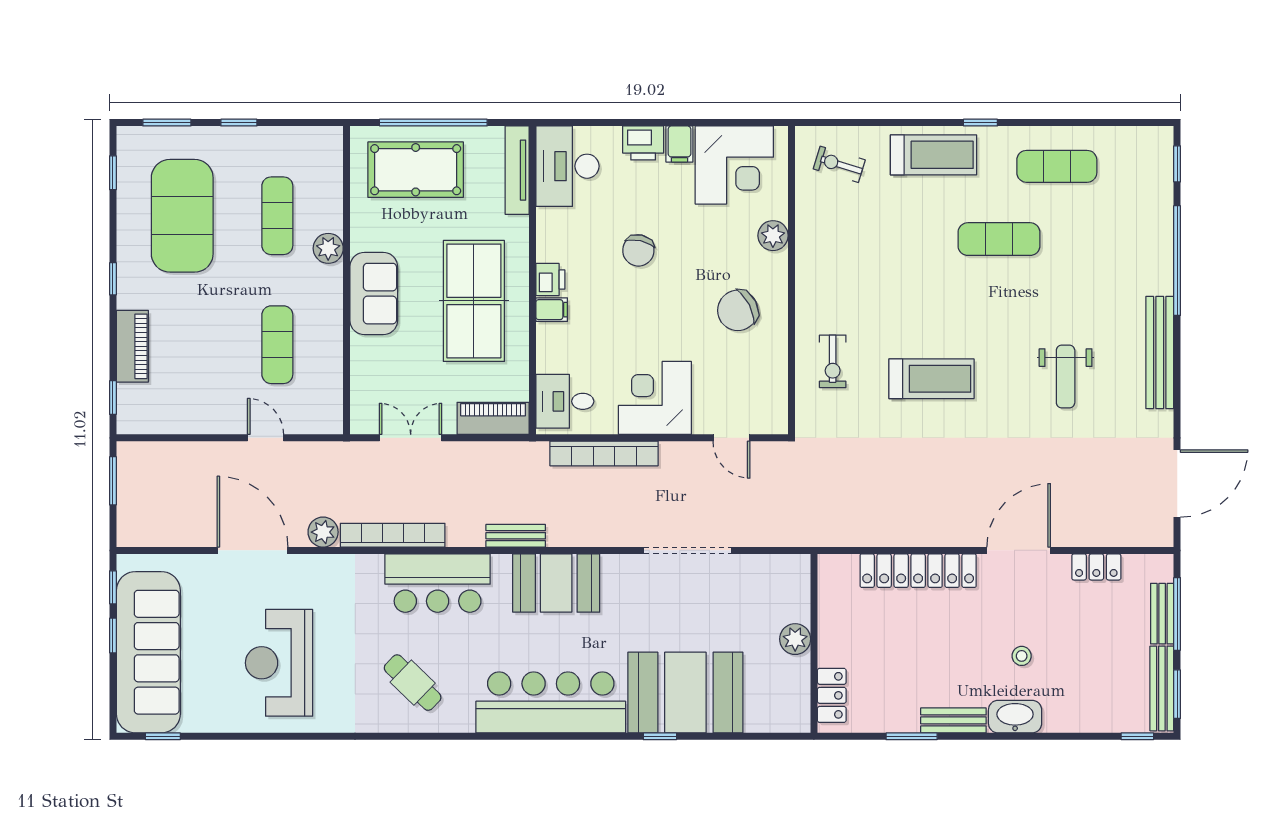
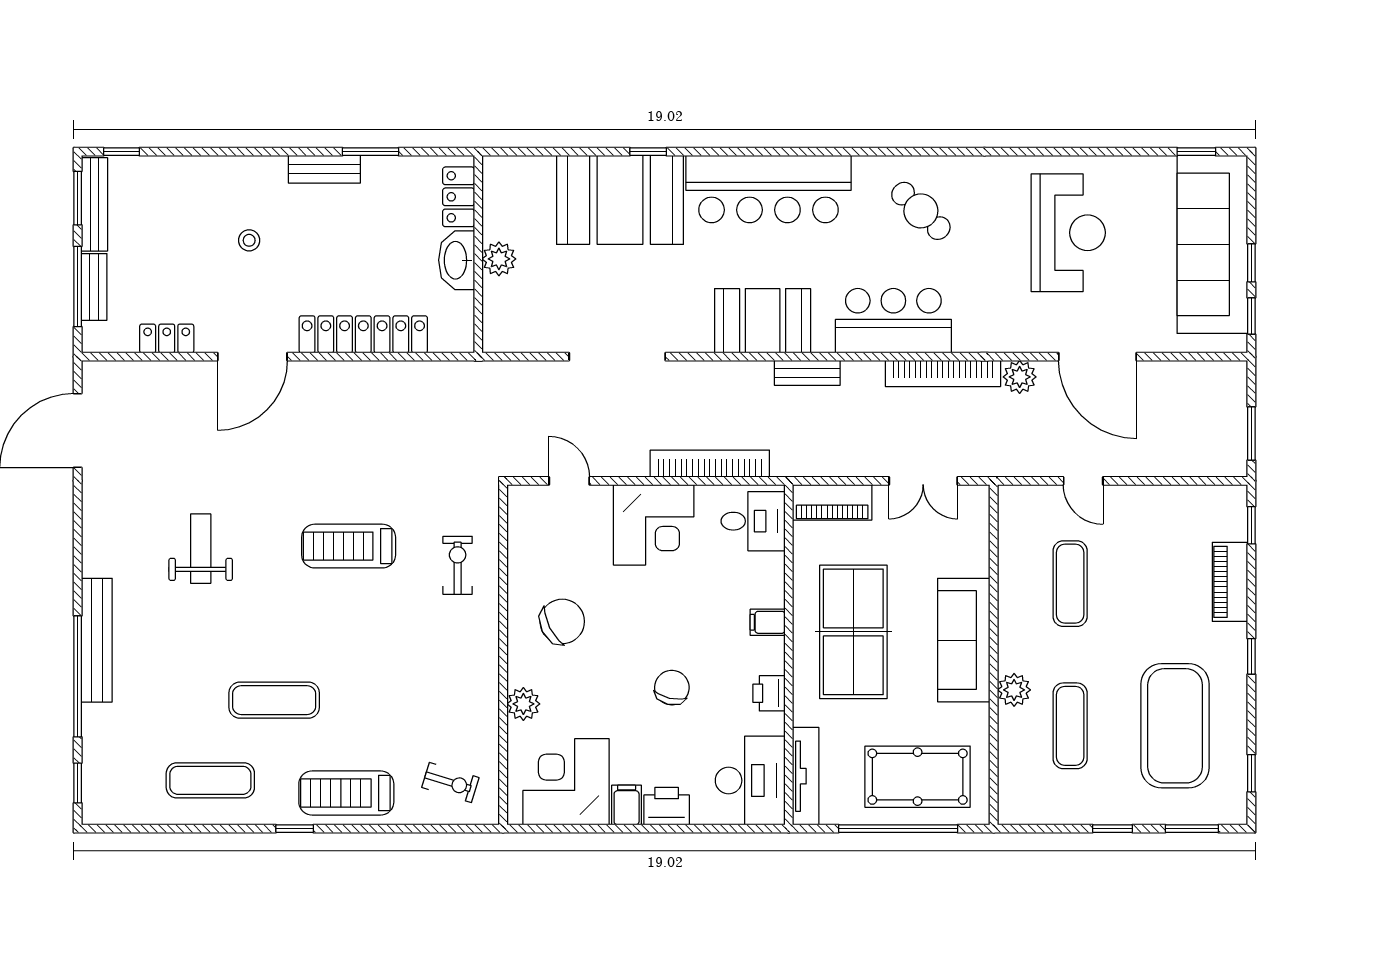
printer: (550, 279) -> (769, 693), moved
sofa: (374, 294) -> (964, 640), width x1.36
bench: (1160, 353) -> (97, 640), moved
washbasin: (1015, 717) -> (457, 260), moved, turned 90

